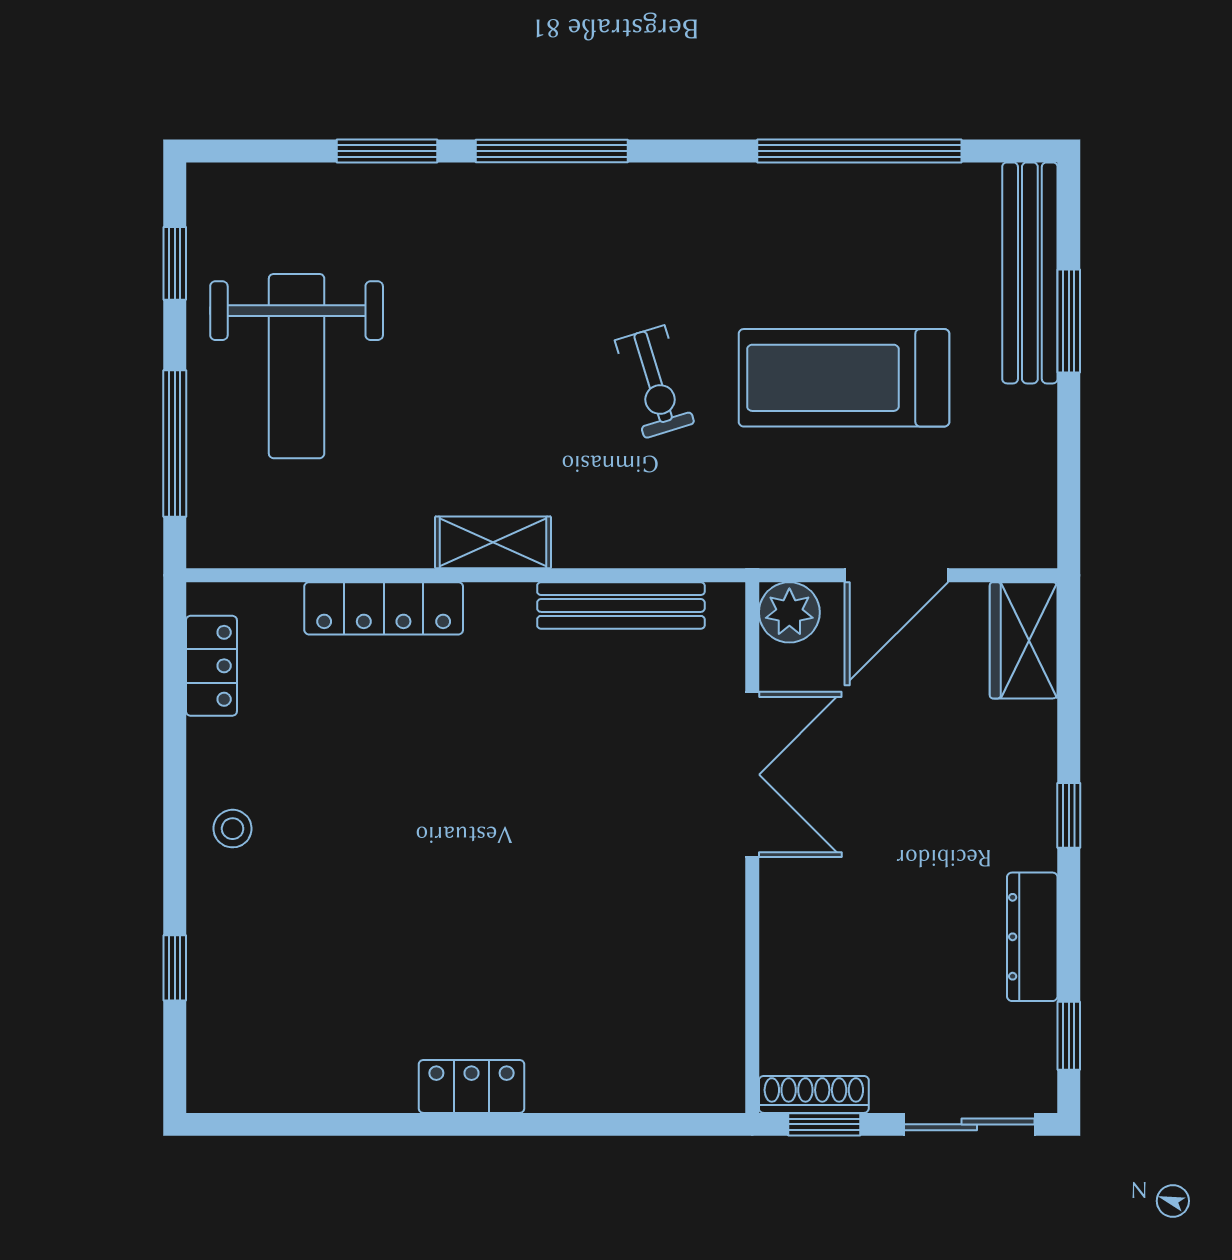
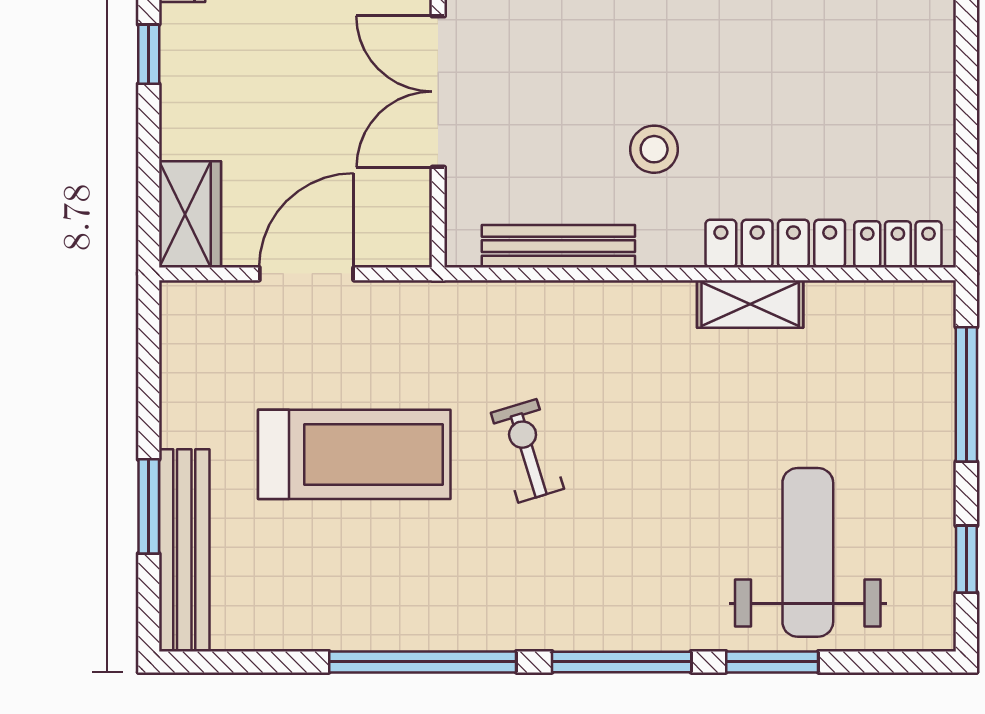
window: (859, 151) -> (423, 662), moved
weight bench: (297, 366) -> (808, 552), moved
shelving: (493, 542) -> (750, 304), moved
plant: (789, 612) -> (404, 240), removed
locker: (211, 666) -> (898, 244), moved, turned 90
stool: (233, 829) -> (654, 149), moved, width x1.37, depth x1.37

